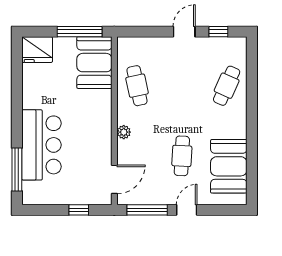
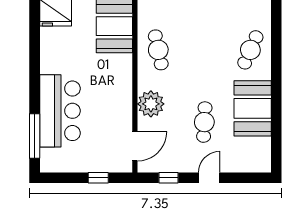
plant: (124, 132) -> (151, 104), width x1.88, depth x1.88
booth: (229, 166) -> (253, 108), moved
window: (147, 210) -> (169, 178), width x0.46

